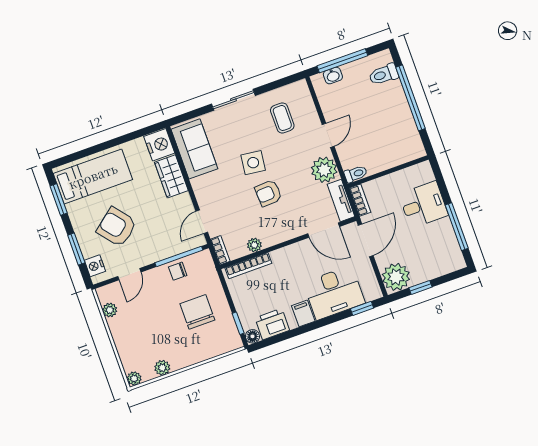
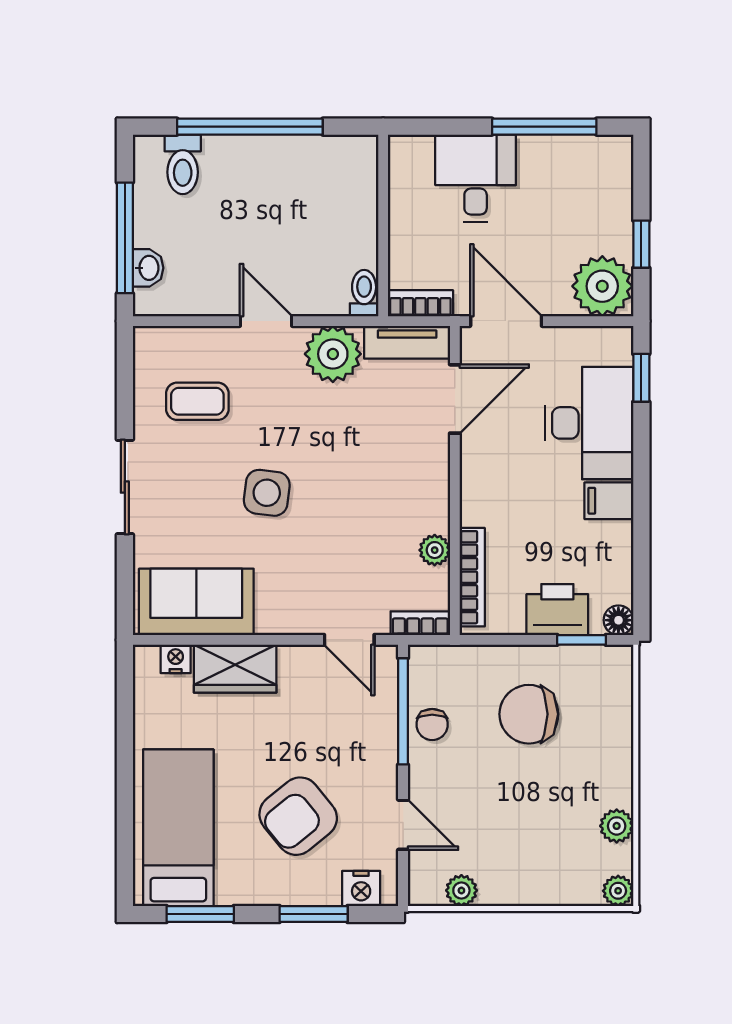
nightstand: (159, 145) -> (176, 659), width x0.53, depth x0.56
armchair: (268, 193) -> (340, 484), removed
printer: (272, 324) -> (557, 610), moved, turned 90

